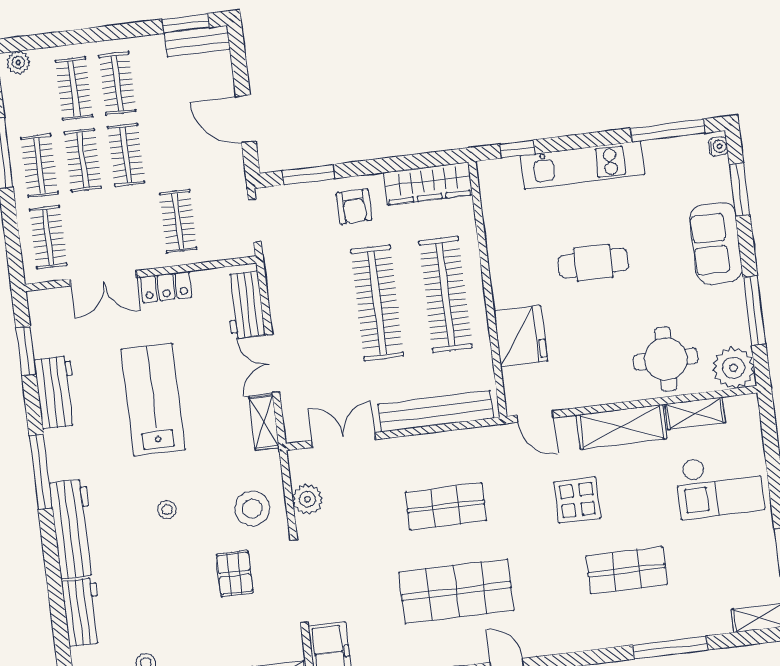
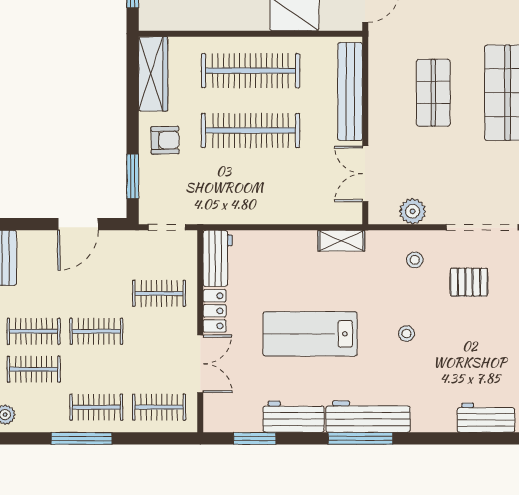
clothes rail: (83, 160) -> (96, 369), removed
workbench: (245, 305) -> (218, 258), moved, turned -90
double door: (272, 364) -> (292, 227), removed
stool: (252, 509) -> (415, 260), width x0.53, depth x0.53
workbench: (73, 529) -> (368, 417), moved

